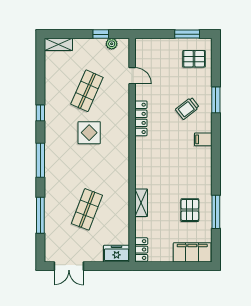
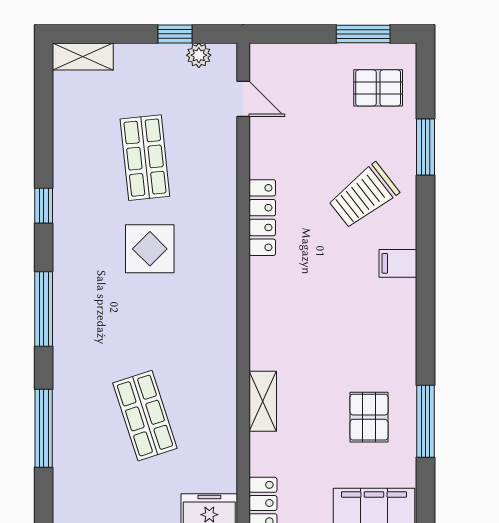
door: (132, 76) -> (243, 99), moved
shop shelf: (87, 91) -> (145, 158), turned -30
window: (216, 100) -> (425, 147), moved
trolley: (187, 108) -> (364, 196), width x1.36, depth x1.39
shop shelf: (87, 209) -> (145, 416), turned -39

